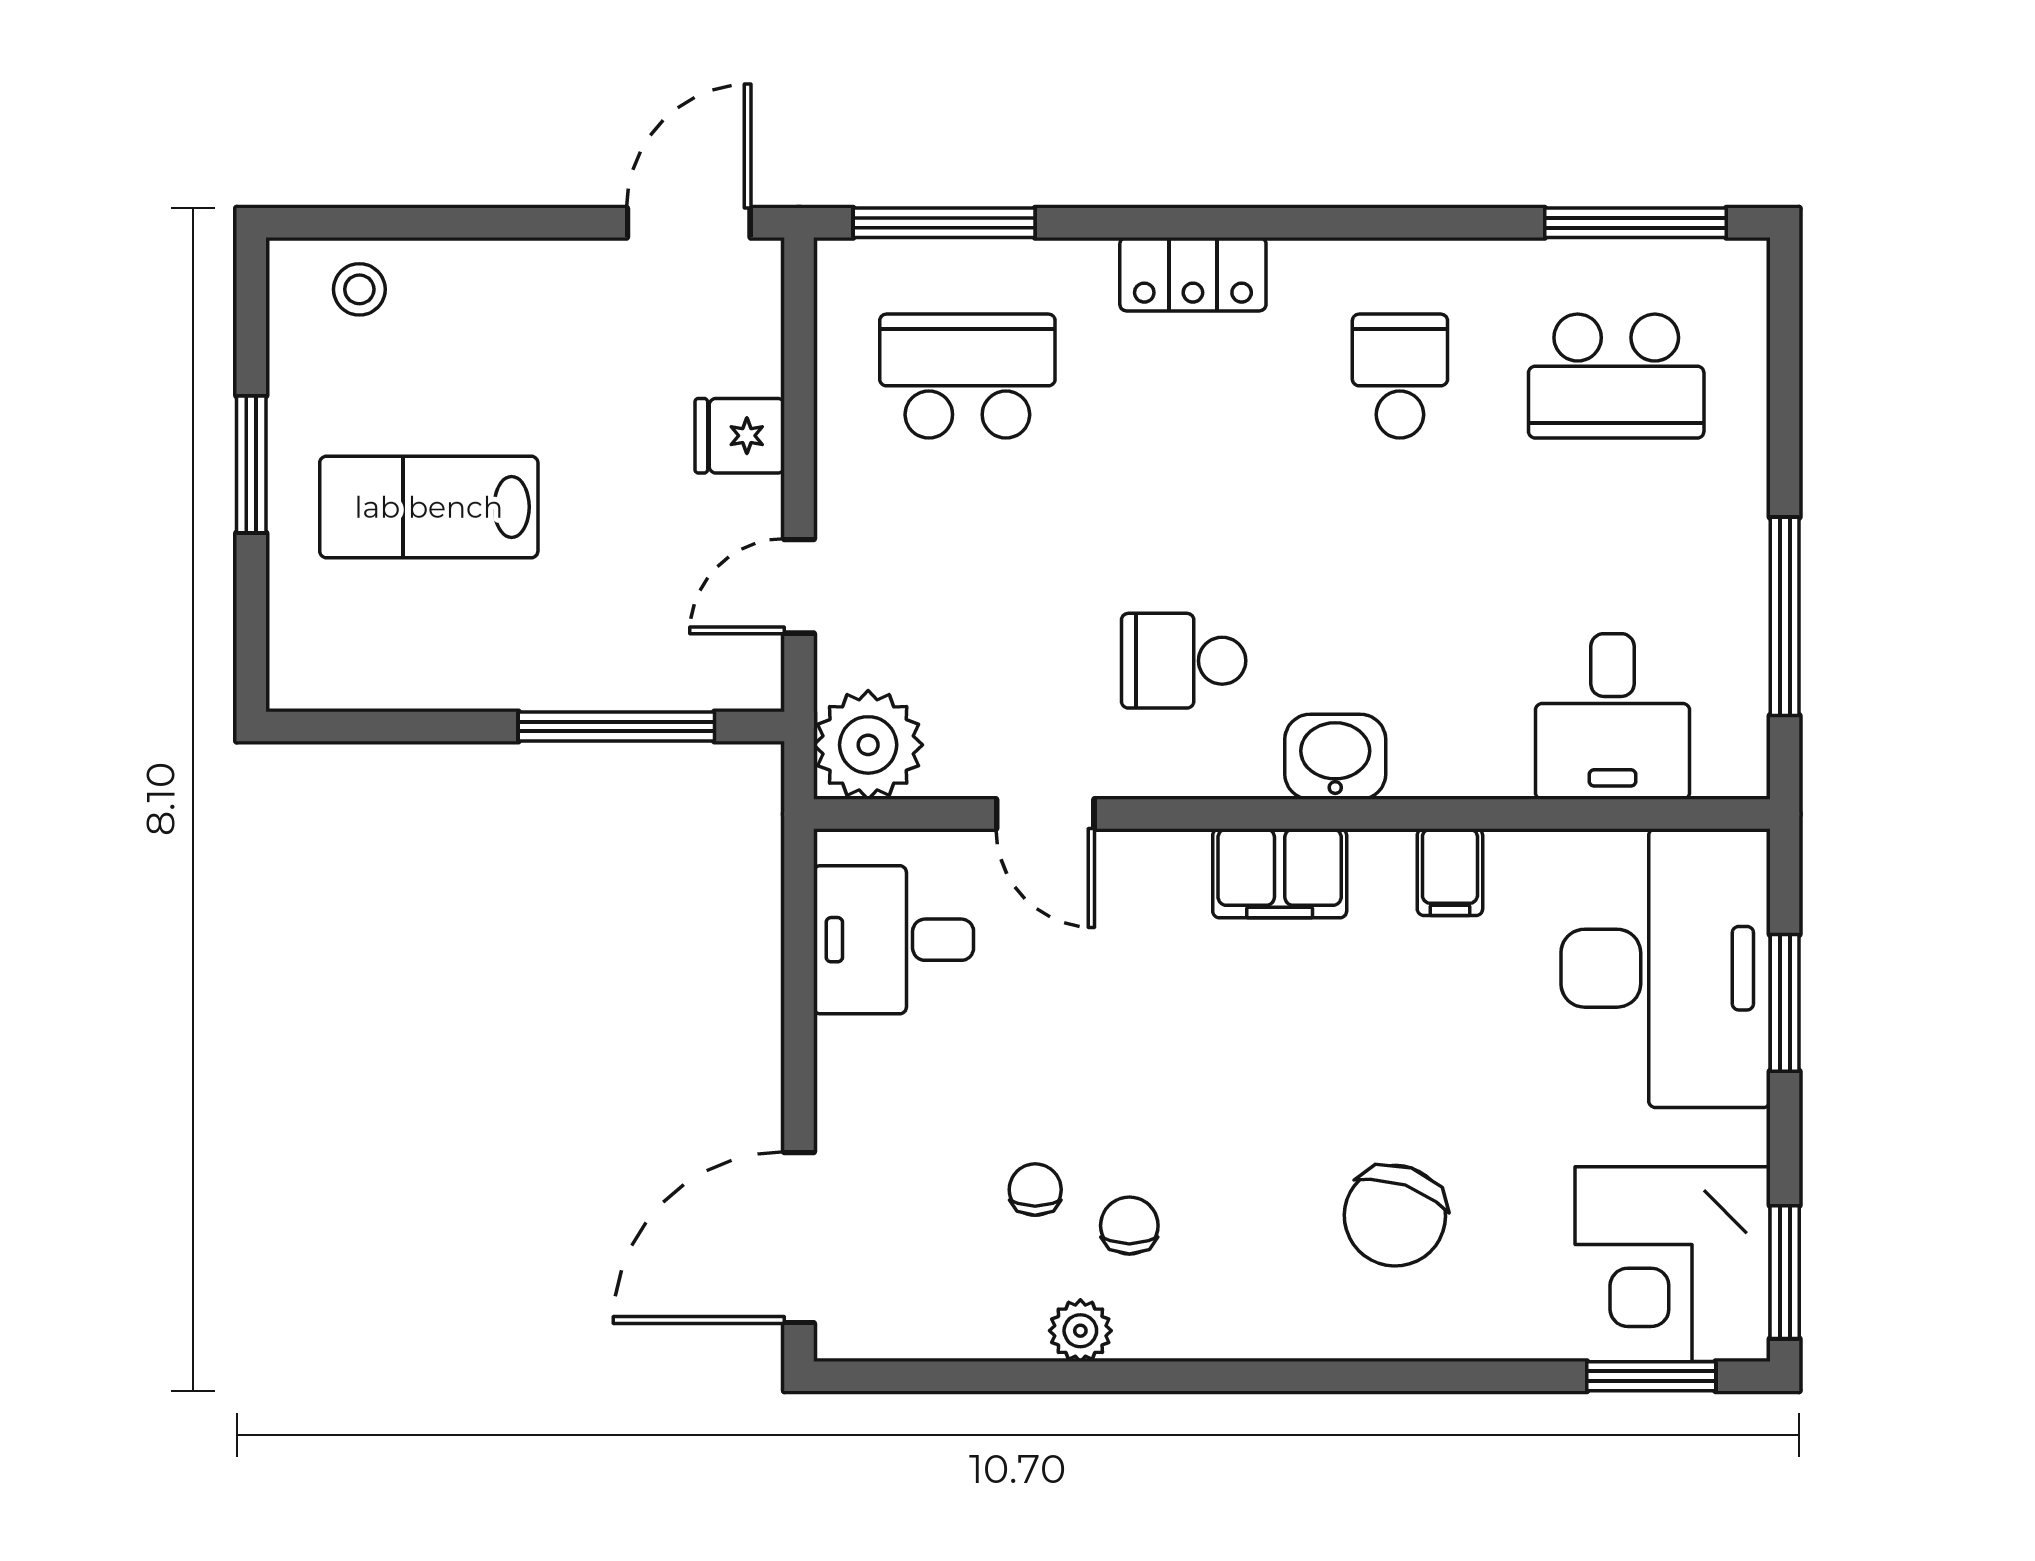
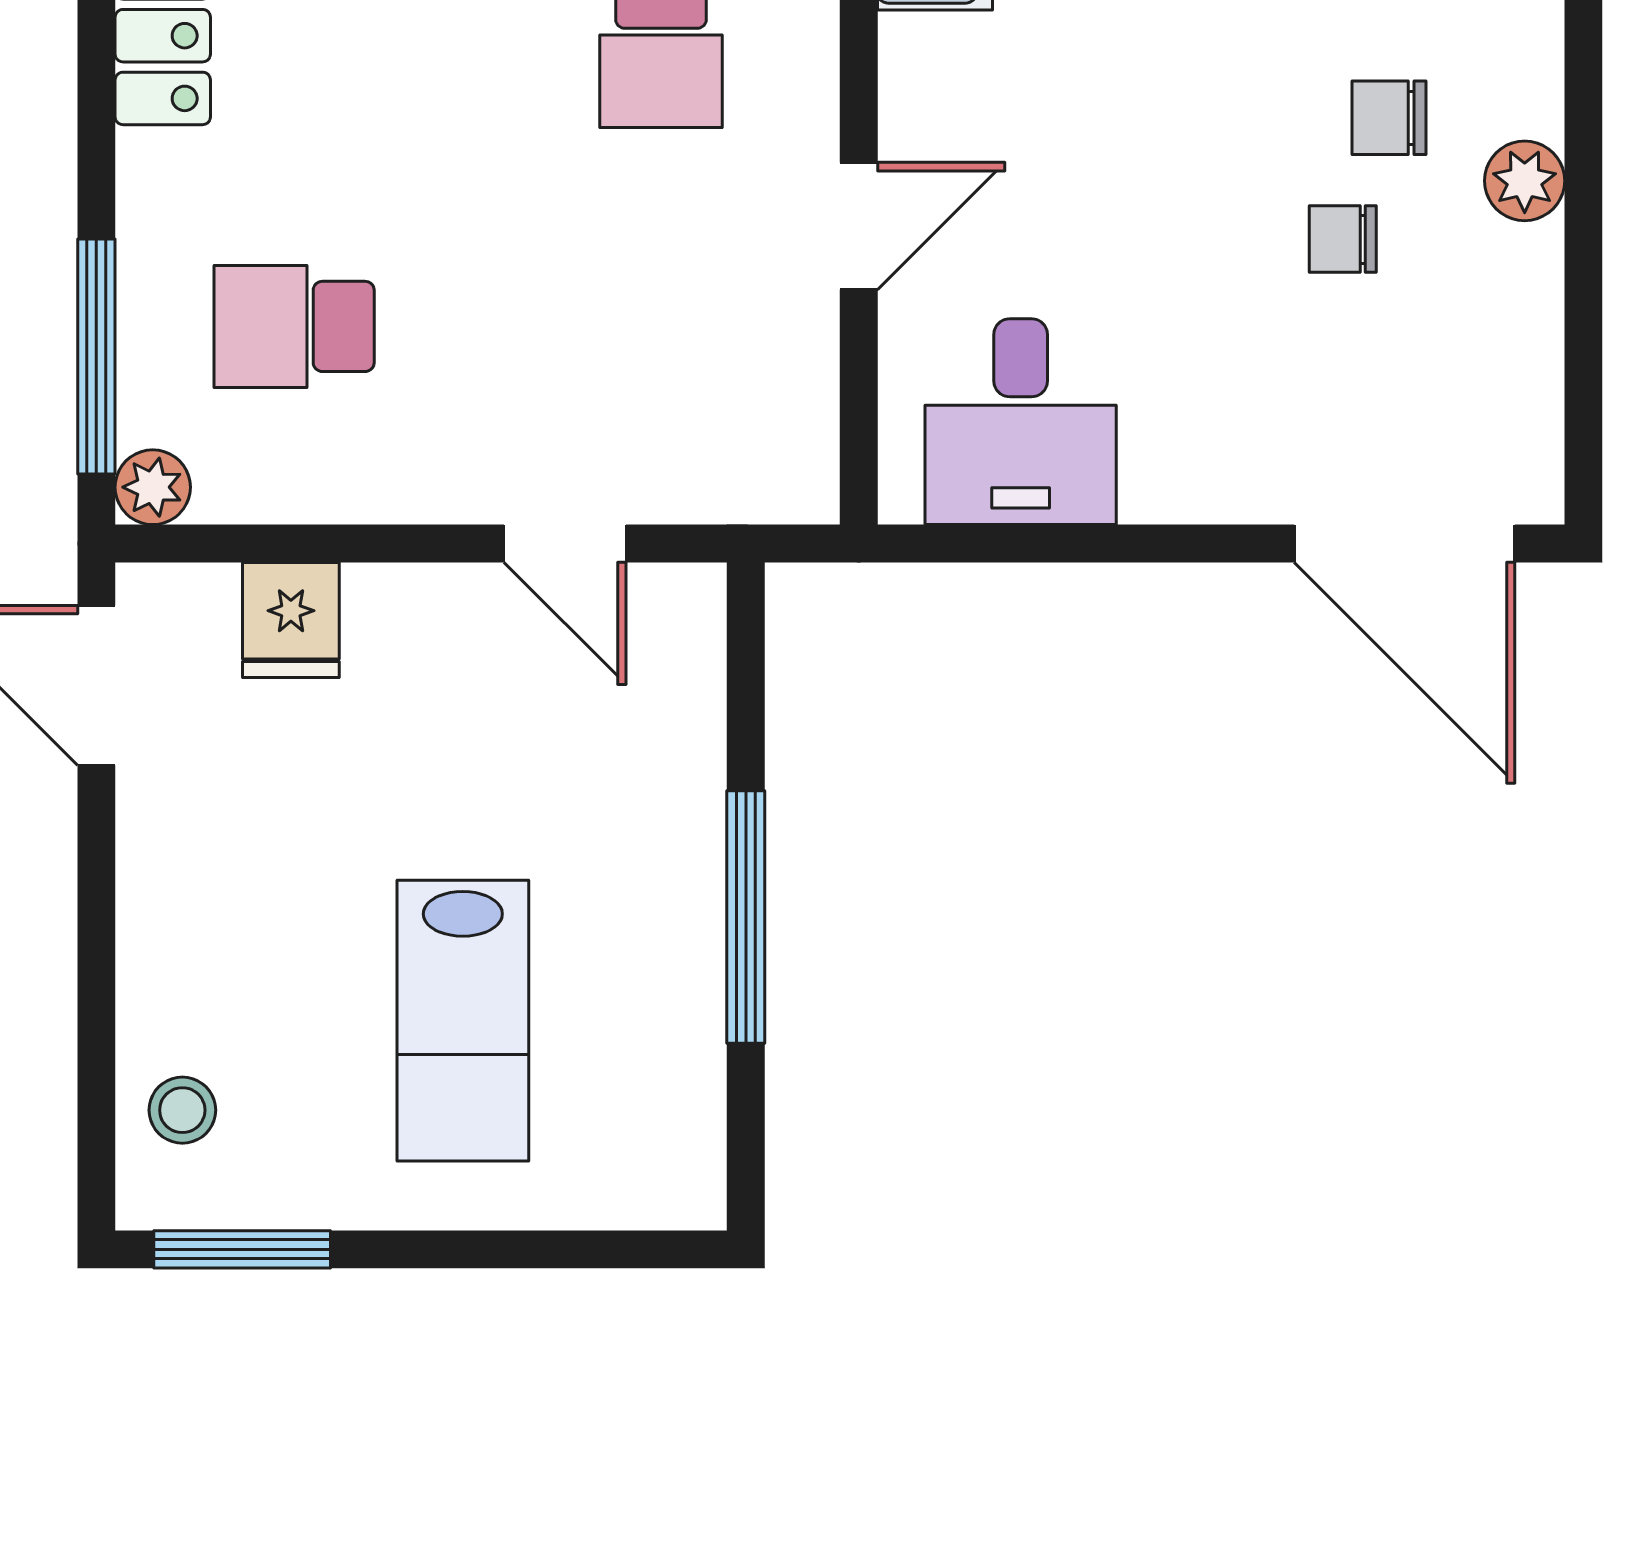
school desk: (967, 376) -> (294, 326), width x0.54
fridge: (740, 436) -> (291, 620), moved
window: (251, 464) -> (242, 1249), moved
window: (616, 726) -> (746, 917), moved
plant: (868, 745) -> (153, 487), moved, width x0.53, depth x0.53

